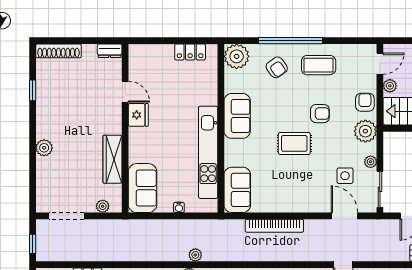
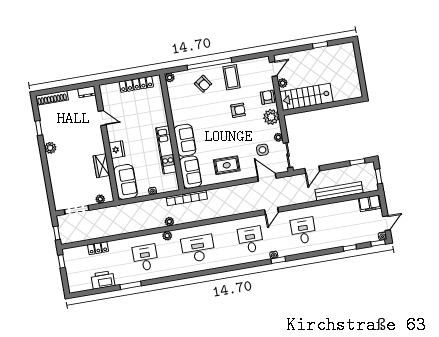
locker: (190, 52) -> (136, 84), width x1.53
plant: (237, 56) -> (170, 78), width x0.53, depth x0.53
coffee table: (319, 65) -> (231, 77), turned 90
fridge: (138, 115) -> (117, 150), moved
sofa: (237, 116) -> (185, 140), moved
rug: (294, 143) -> (227, 165), moved
plant: (44, 148) -> (50, 148), moved
kitchen unit: (208, 152) -> (166, 150), width x0.73
wardrobe: (112, 159) -> (101, 166), width x0.67
bookcase: (274, 226) -> (187, 198), moved

